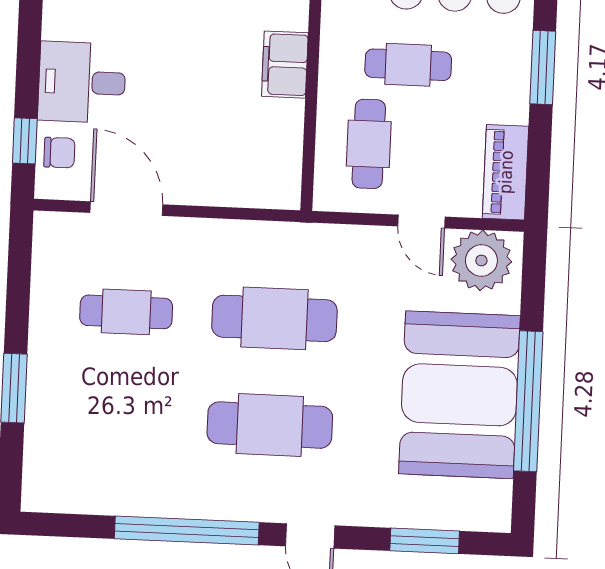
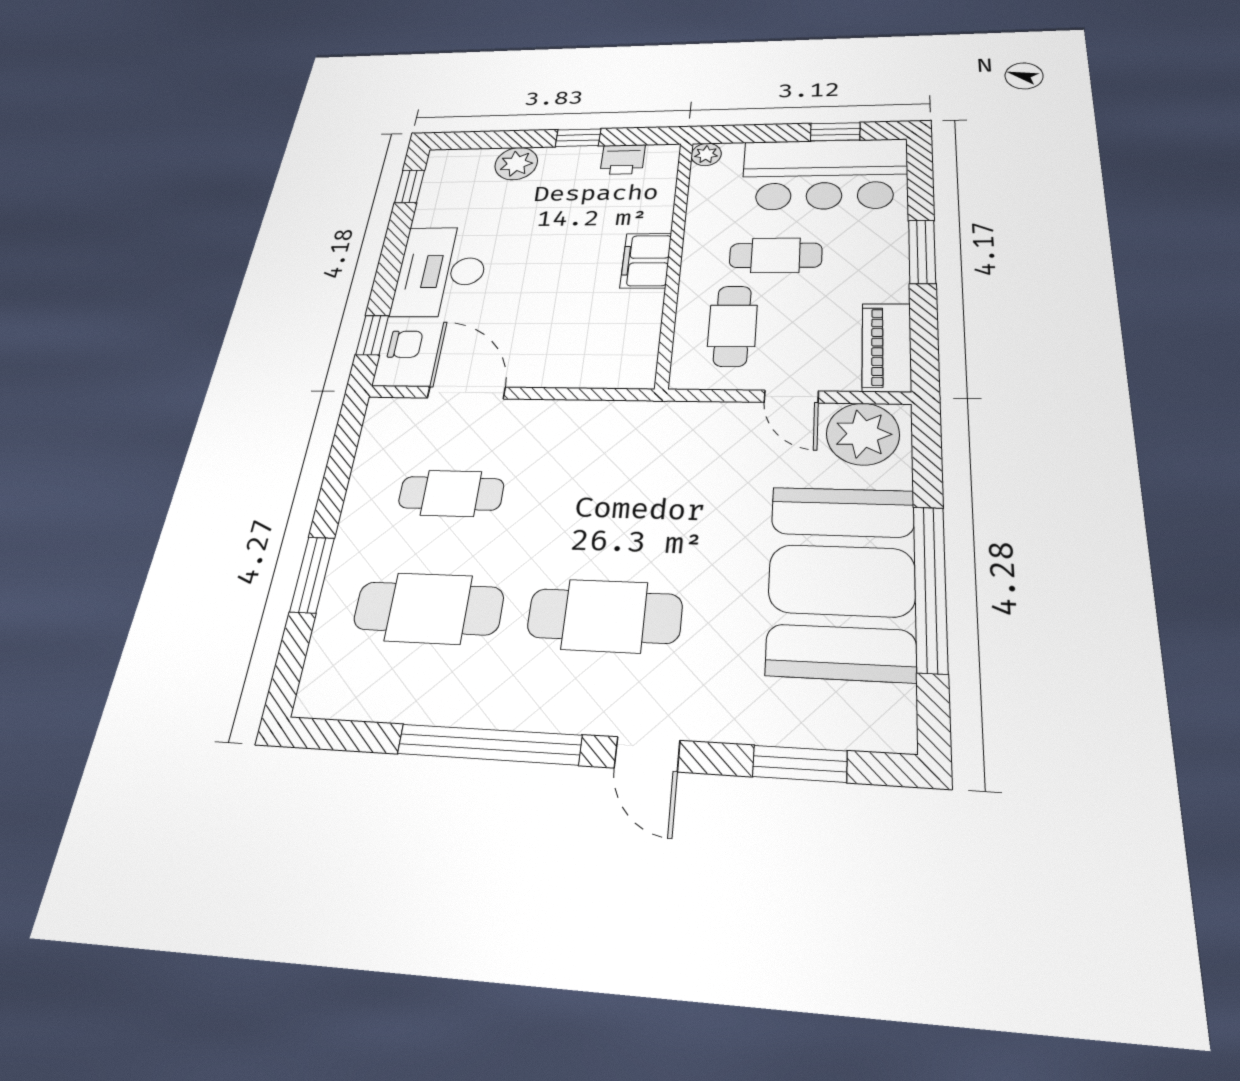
desk: (82, 82) -> (441, 271), width x1.37
cafe table: (274, 318) -> (429, 608), moved

